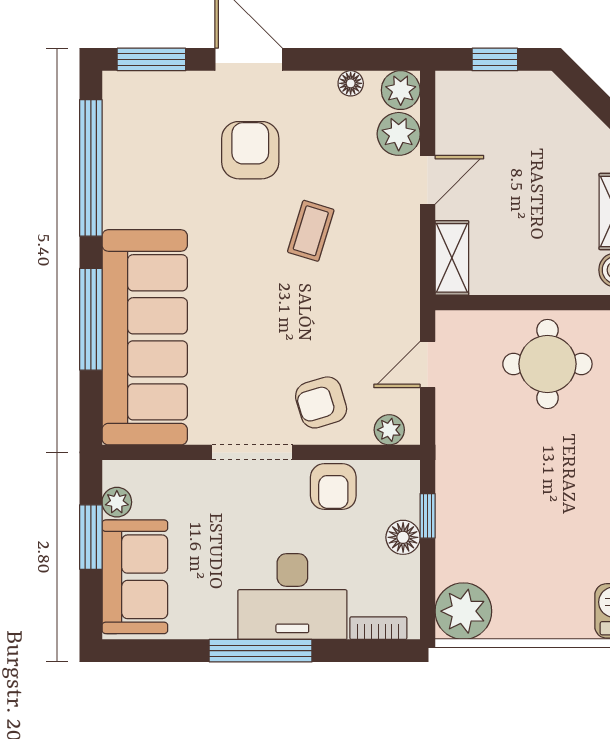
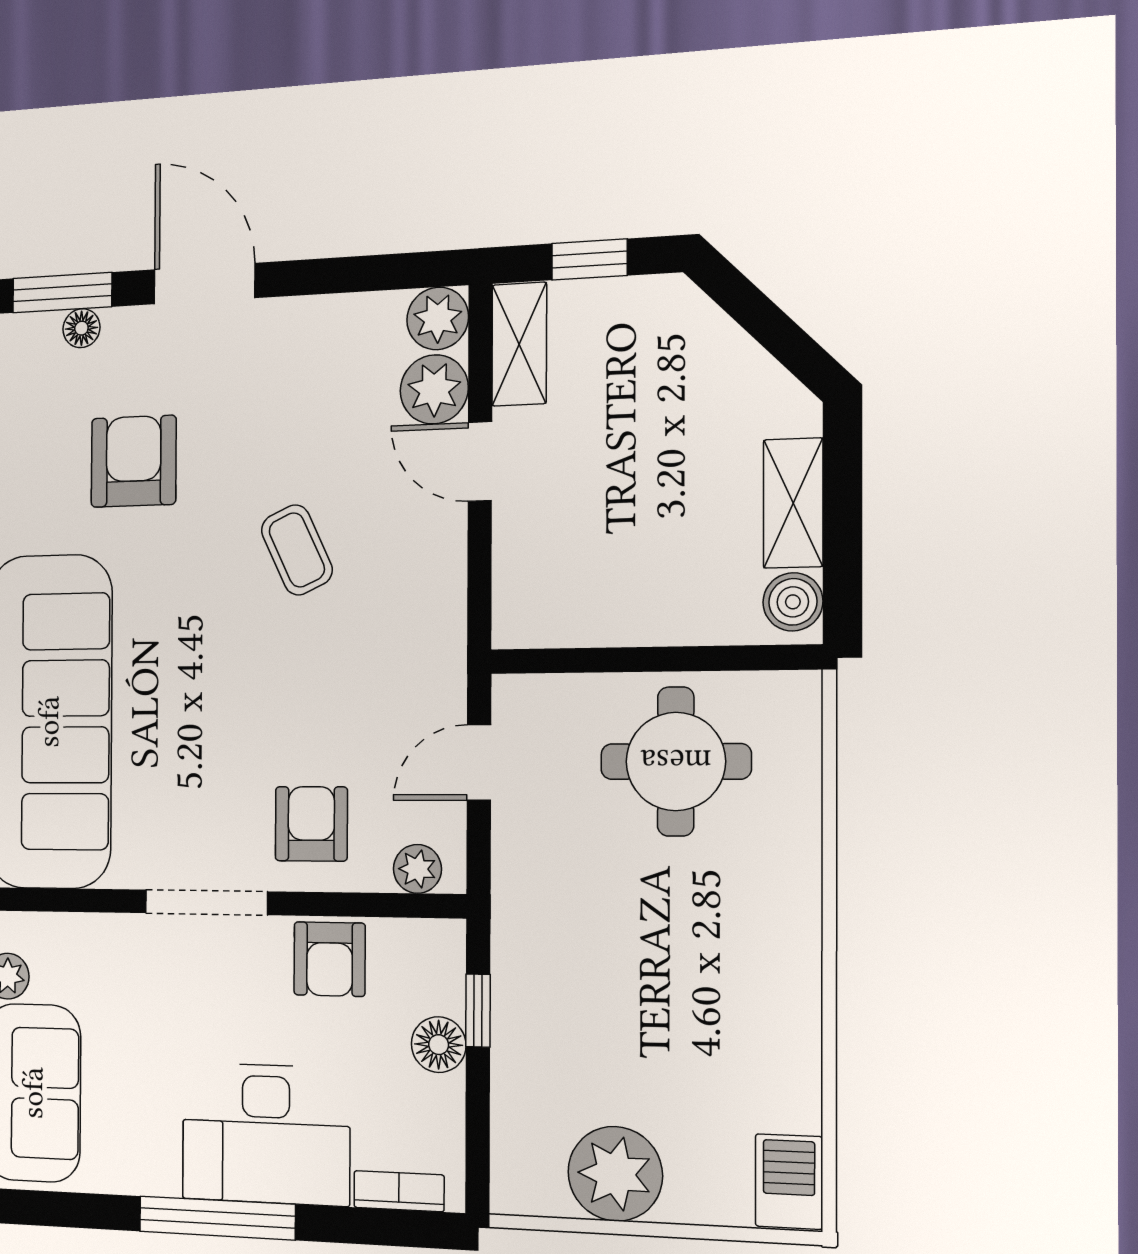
floor lamp: (351, 83) -> (81, 328), moved
armchair: (250, 150) -> (134, 461), moved
door: (428, 180) -> (480, 462), swing flipped
coffee table: (311, 231) -> (297, 550), turned -42
shelving: (452, 258) -> (519, 344), moved
armchair: (321, 402) -> (311, 824), turned 107
plant: (463, 611) -> (615, 1174), moved

